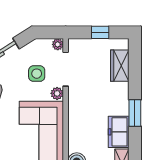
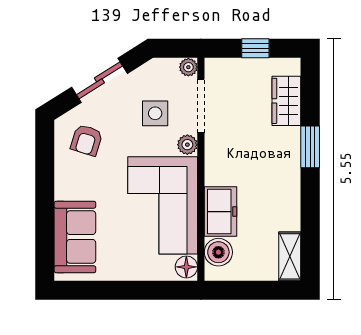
window: (135, 113) -> (310, 147), moved
freezer: (119, 132) -> (221, 212), moved, turned 180

